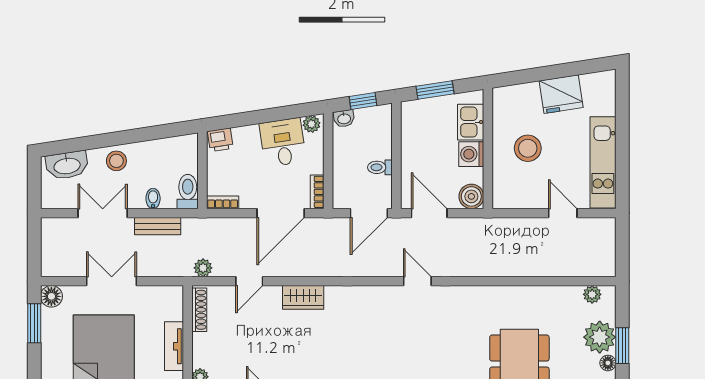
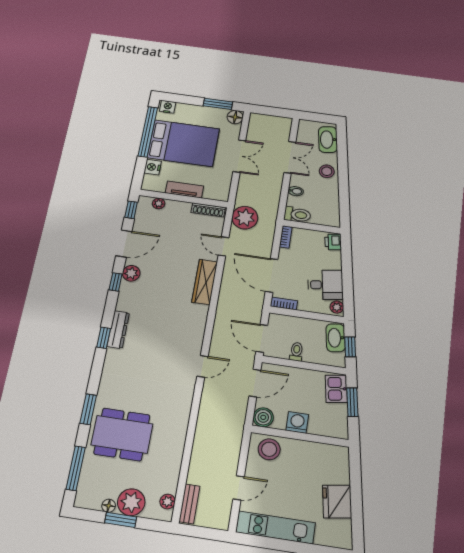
washbasin: (344, 118) -> (336, 338), width x1.91, depth x1.45
kitchen sink: (471, 122) -> (336, 389), moved, turned -99
stool: (528, 148) -> (269, 449), moved
bench: (158, 226) -> (189, 504), moved
plant: (203, 268) -> (245, 218), width x1.87, depth x1.87
wardrobe: (303, 297) -> (205, 282), width x1.50

